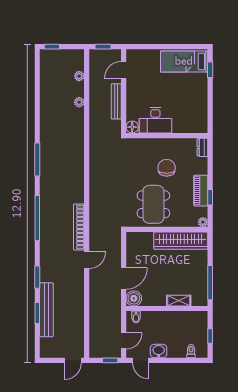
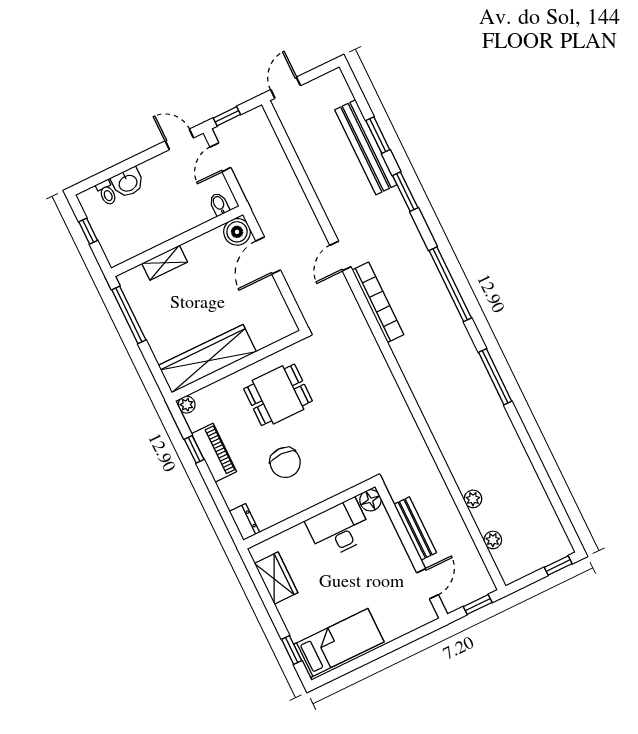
wardrobe: (200, 111) -> (276, 578), added
dining table: (153, 204) -> (278, 395), width x0.73
washbasin: (159, 351) -> (128, 183), moved

